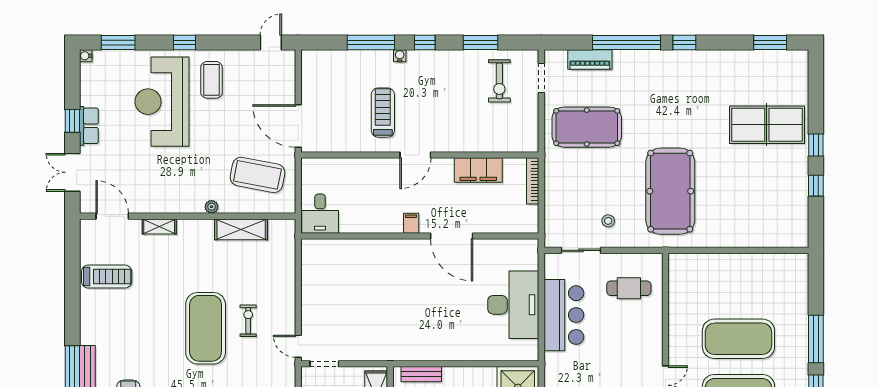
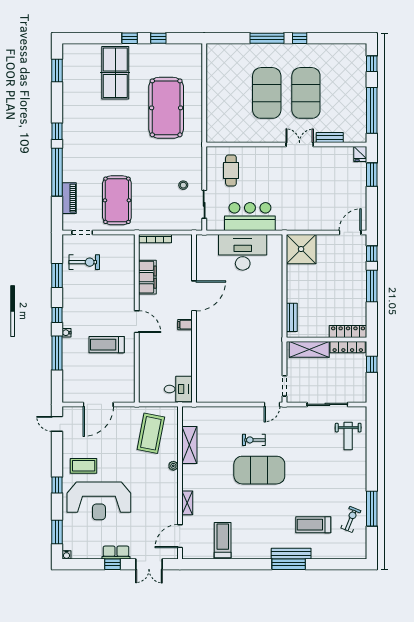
door: (298, 126) -> (98, 404), moved
pool table: (670, 191) -> (166, 108), moved, turned 90

